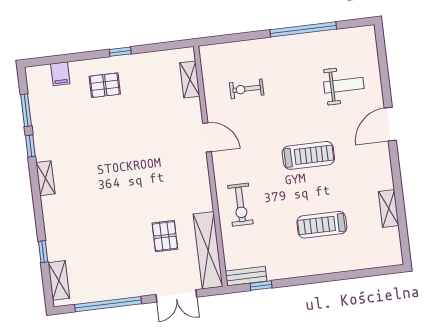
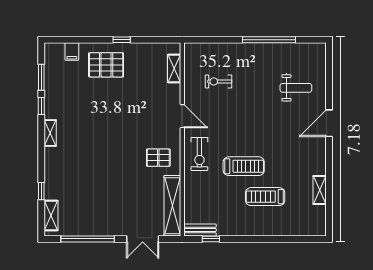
pallet: (105, 85) -> (106, 65), width x1.50, depth x1.42
treadmill: (308, 155) -> (244, 166), moved
exercise bike: (240, 205) -> (199, 154), moved
pallet: (165, 236) -> (158, 158), moved, turned 90

